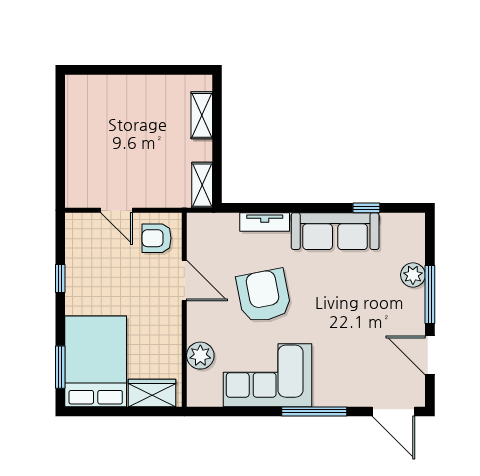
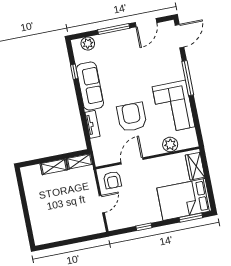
shelving: (202, 115) -> (54, 167), moved
plant: (413, 275) -> (88, 43), moved
armchair: (264, 296) -> (132, 117), turned 101

